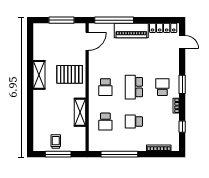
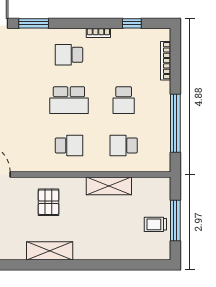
pallet: (70, 74) -> (49, 202), width x0.67, depth x0.71
window: (182, 84) -> (34, 23), moved
school desk: (105, 122) -> (124, 145), turned 180

